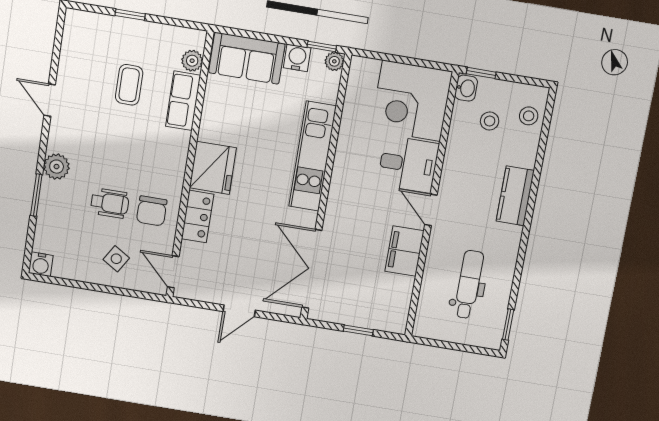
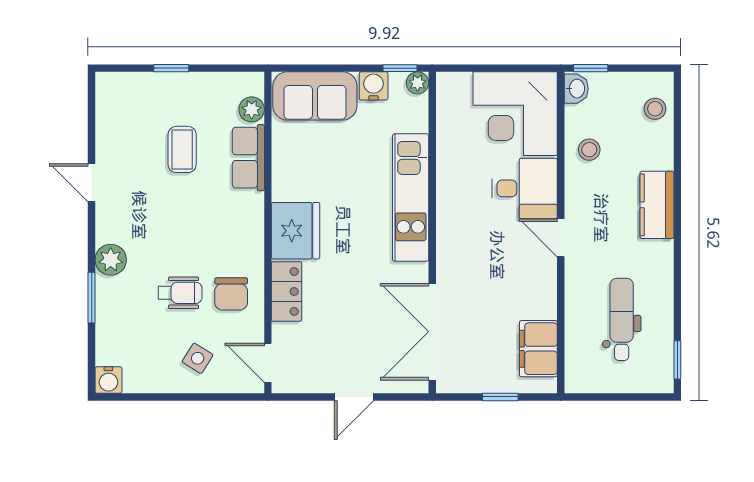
stool: (490, 121) -> (589, 150), moved
filing cabinet: (404, 251) -> (538, 349), moved

